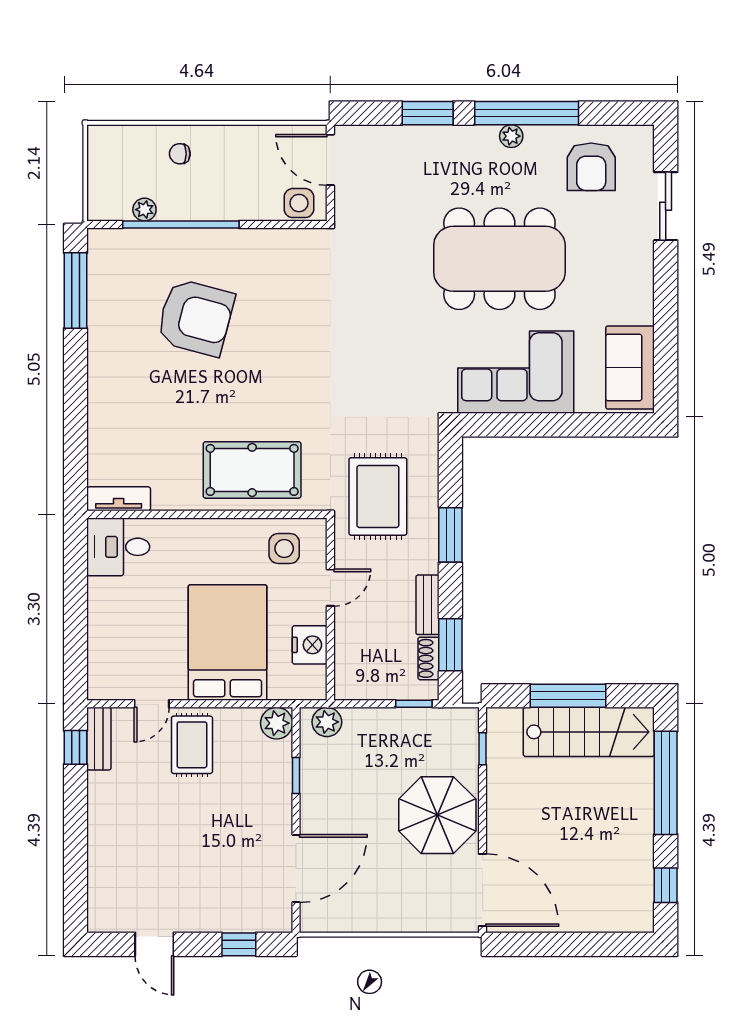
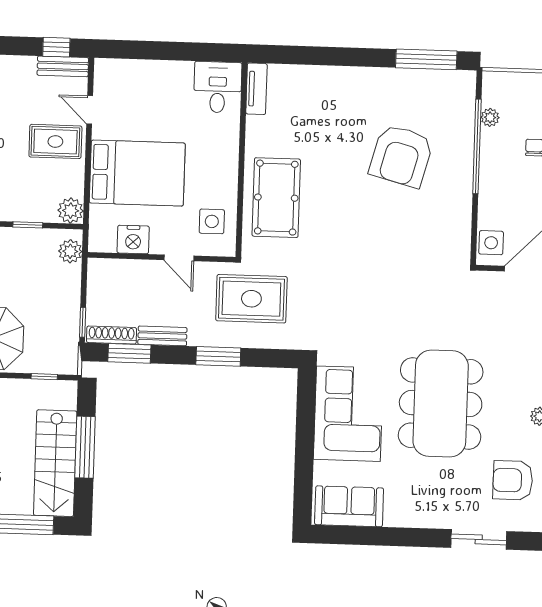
shoe rack: (428, 658) -> (112, 335), width x1.43

